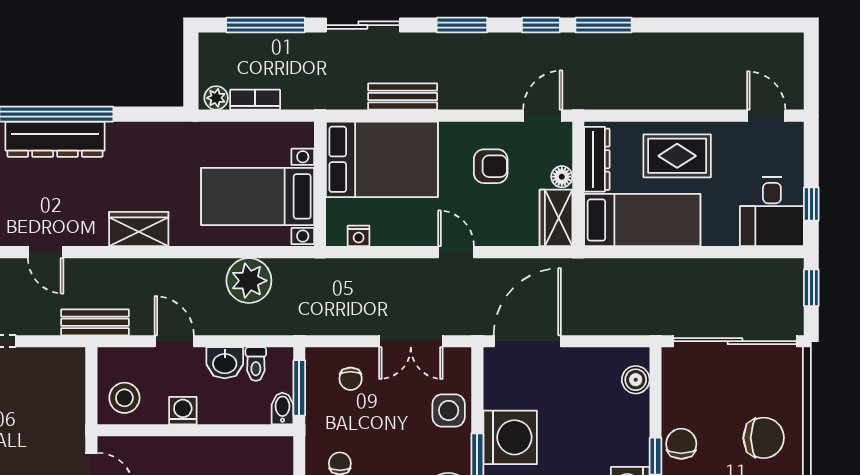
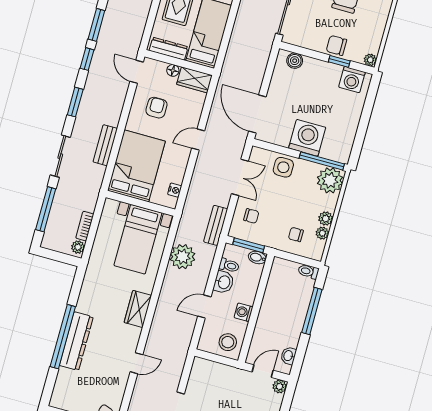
bench: (95, 322) -> (216, 225), moved

